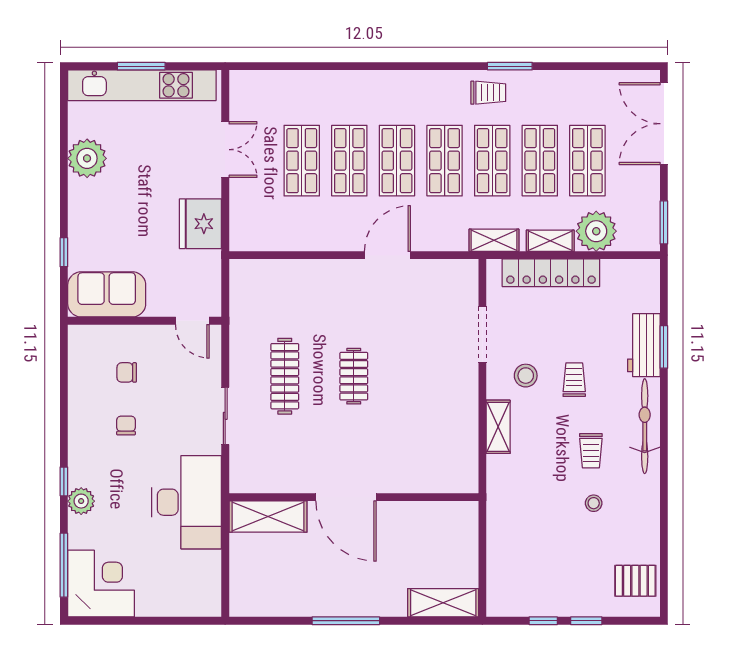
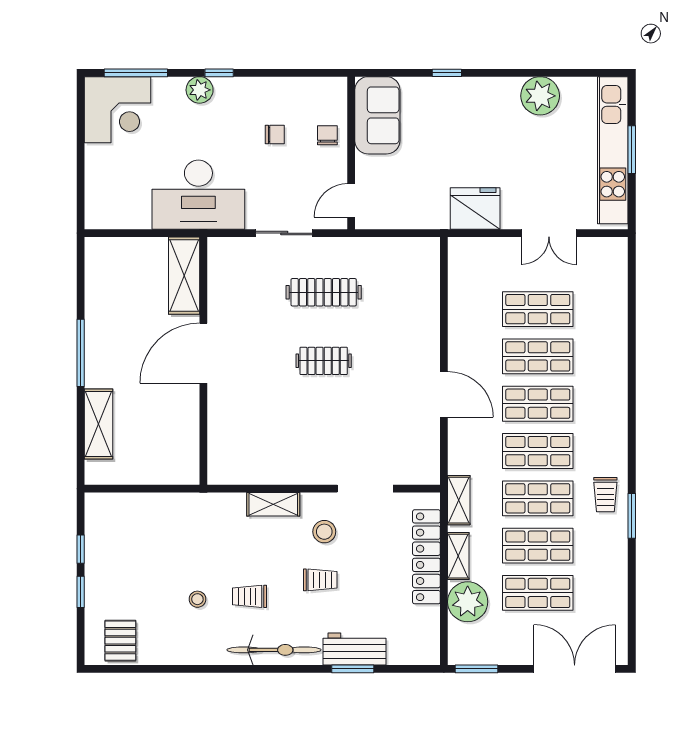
sofa: (107, 294) -> (377, 115), moved
wall: (145, 321) -> (351, 153), moved
door: (192, 321) -> (351, 200), moved
shelving: (443, 603) -> (98, 424), moved

